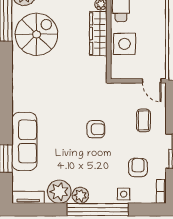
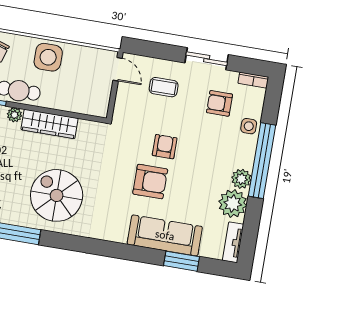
spiral stairs: (37, 34) -> (57, 195), moved
side table: (125, 44) -> (48, 57), moved
door: (152, 81) -> (118, 69), hinge flipped
armchair: (66, 122) -> (150, 182), added

